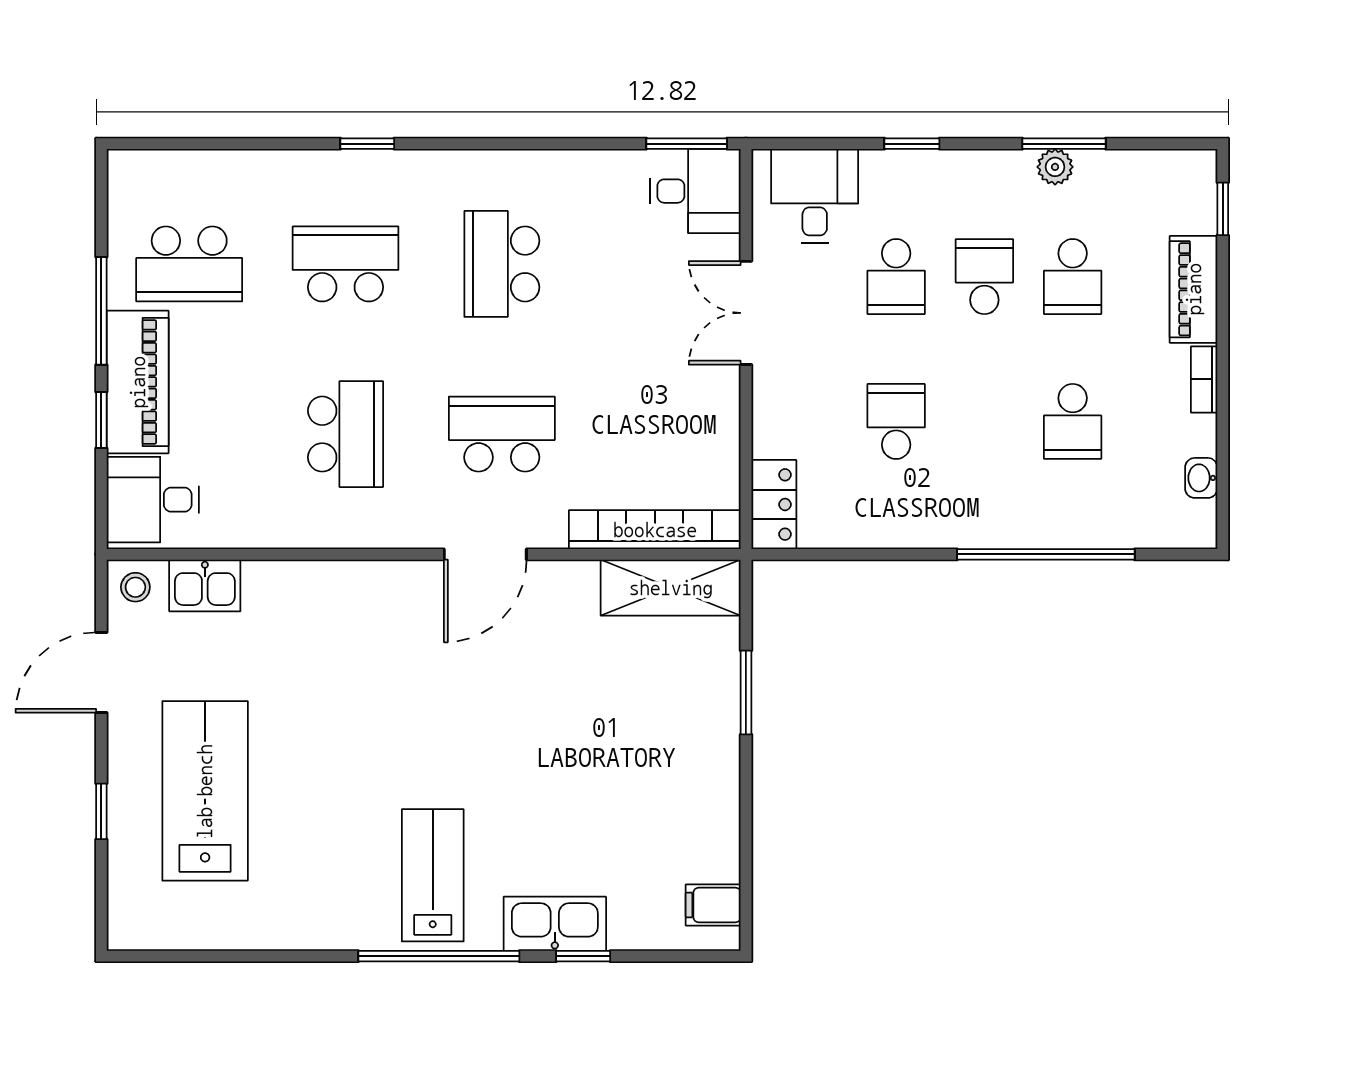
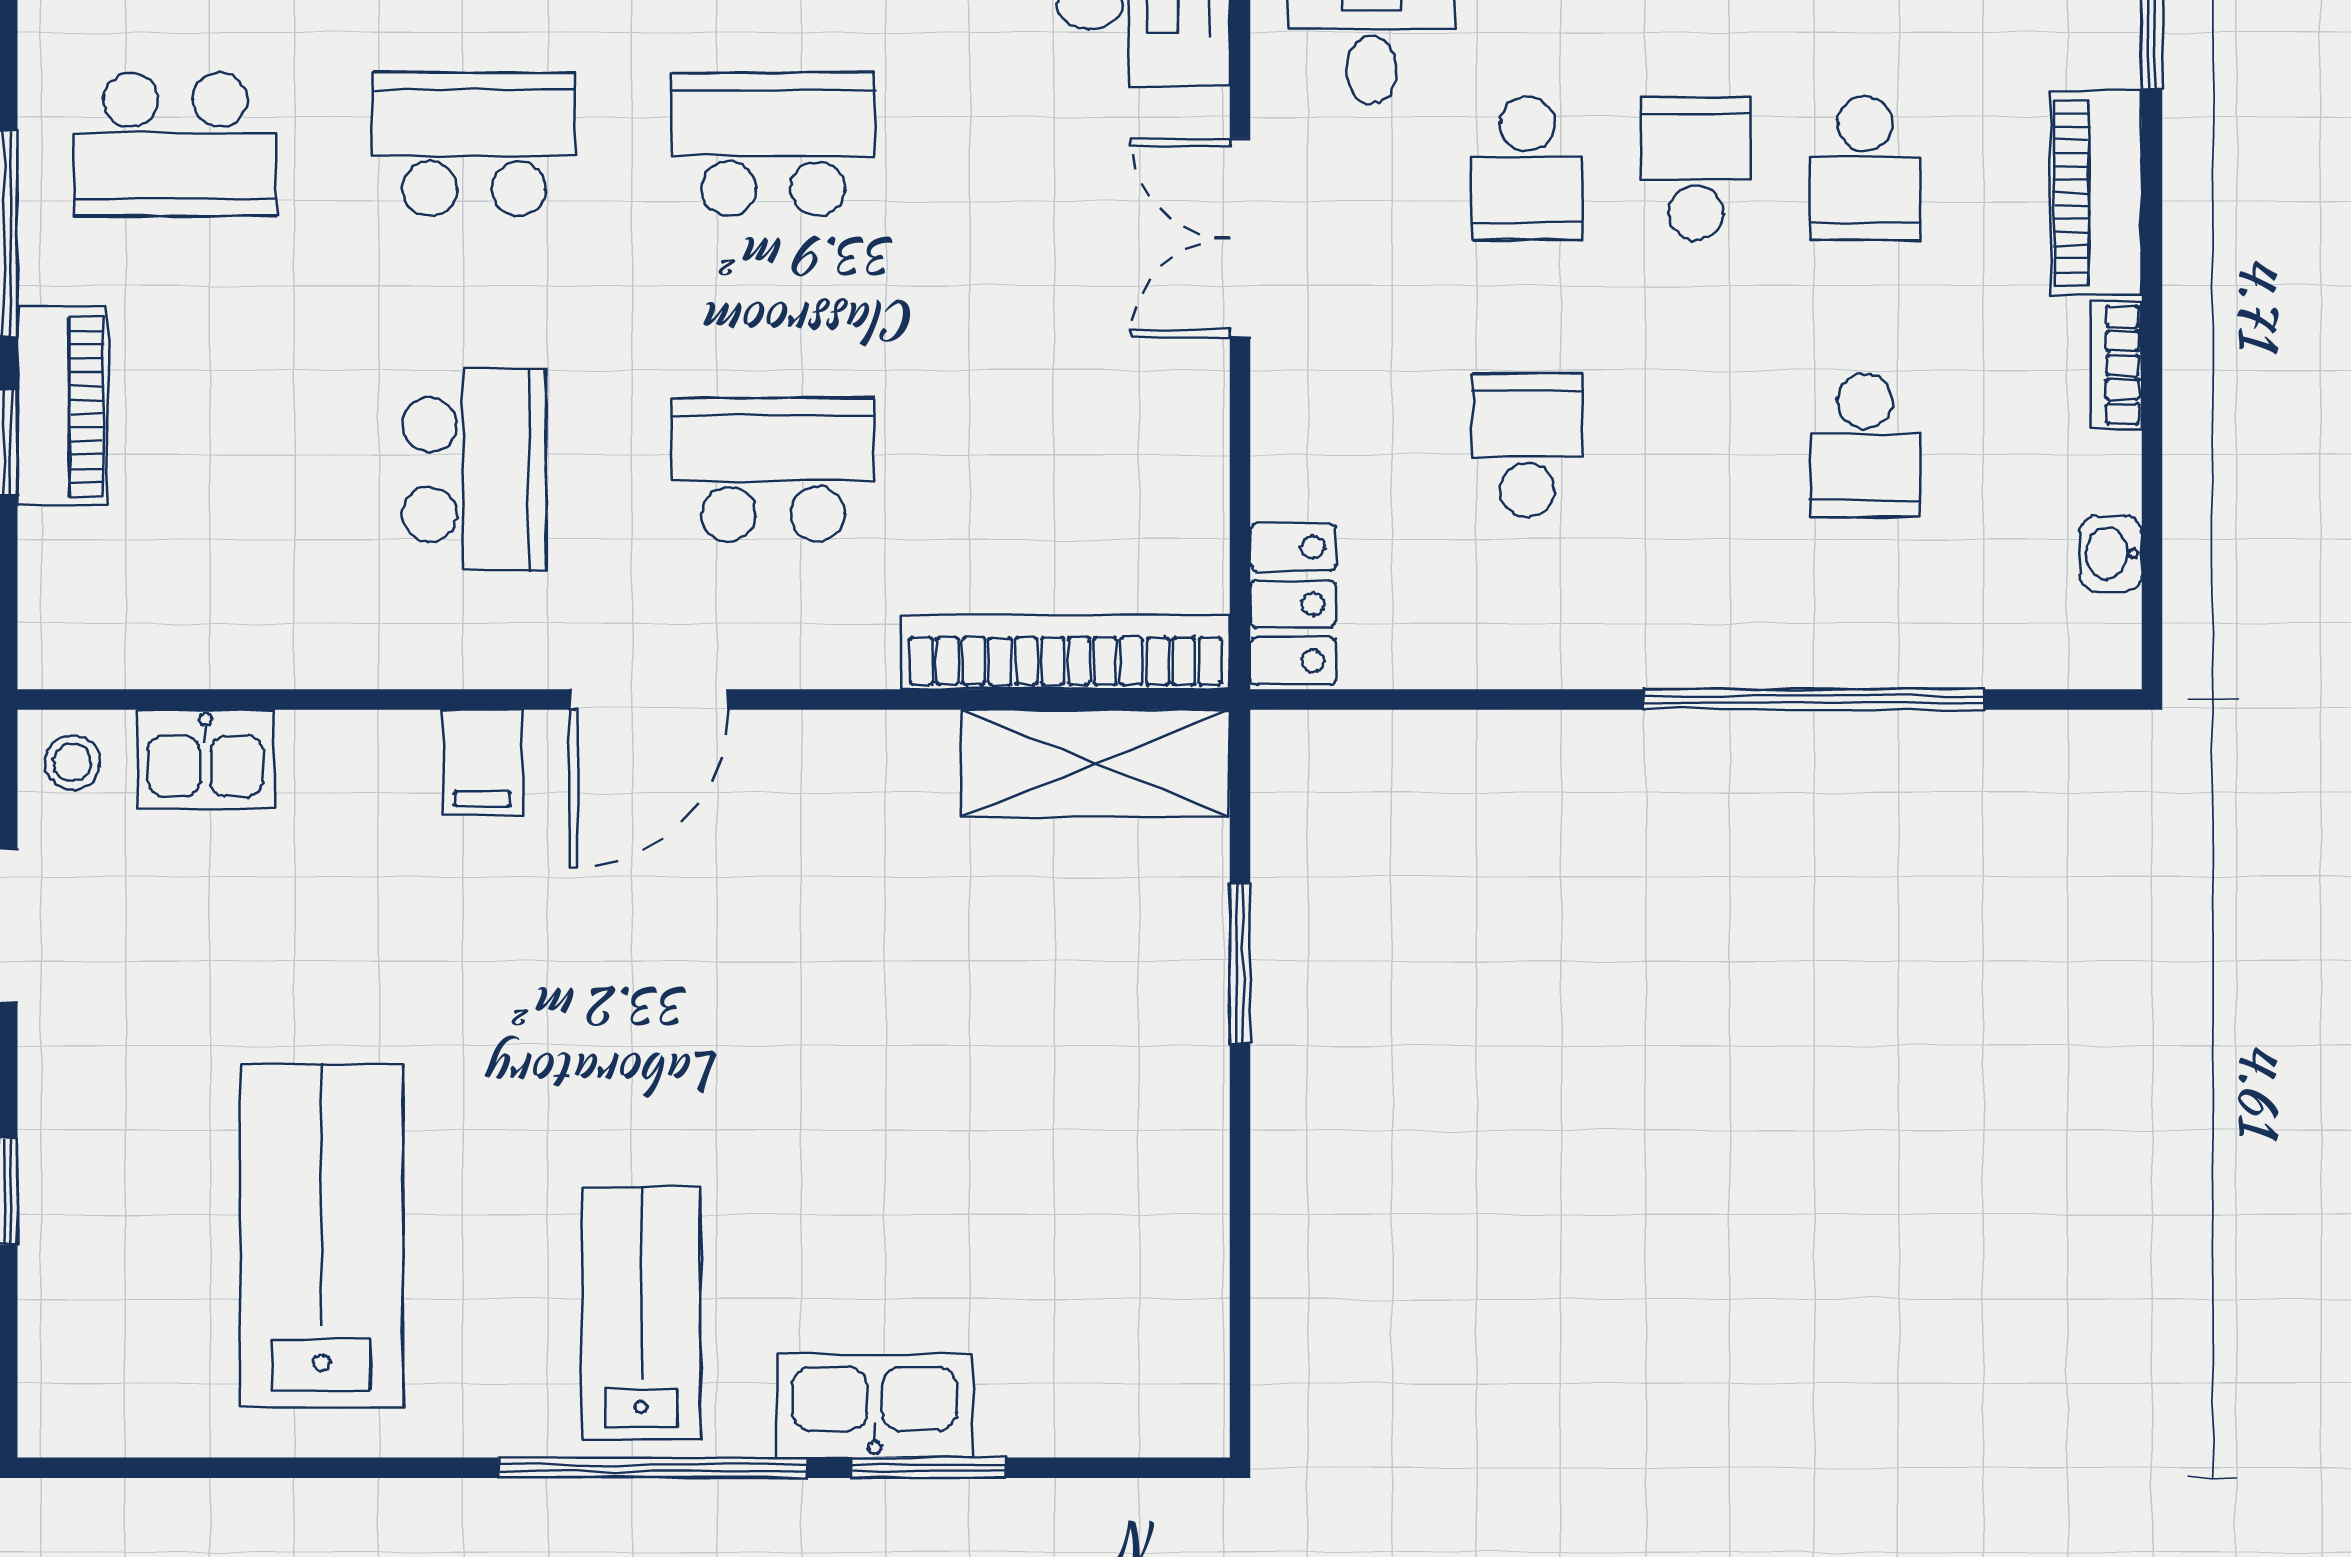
school desk: (502, 264) -> (773, 144), turned 90
piano: (138, 382) -> (62, 406), width x0.73, depth x0.75
desk: (153, 500) -> (106, 595), removed
door: (485, 554) -> (649, 700), moved
lab bench: (205, 791) -> (321, 1236), moved
filing cabinet: (713, 905) -> (482, 762), moved, turned -90
window: (583, 956) -> (929, 1468), width x1.50

